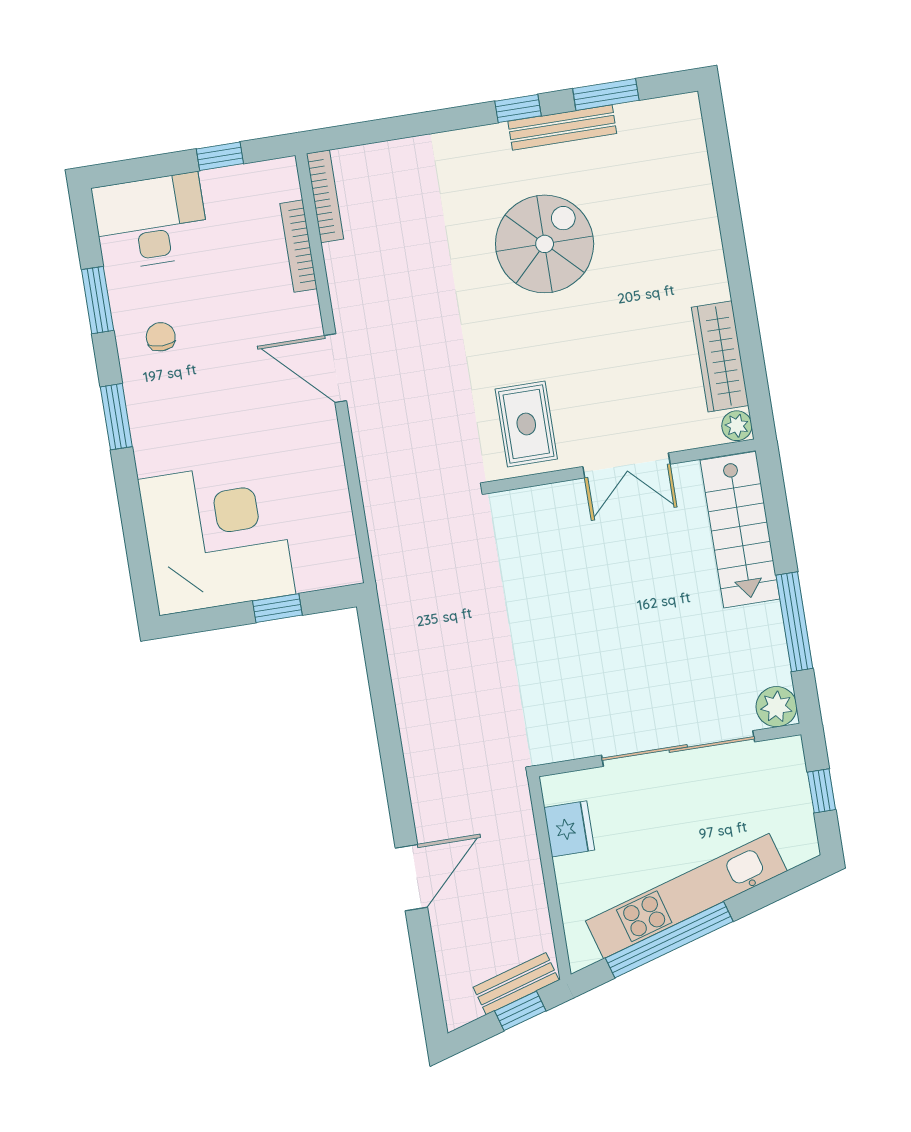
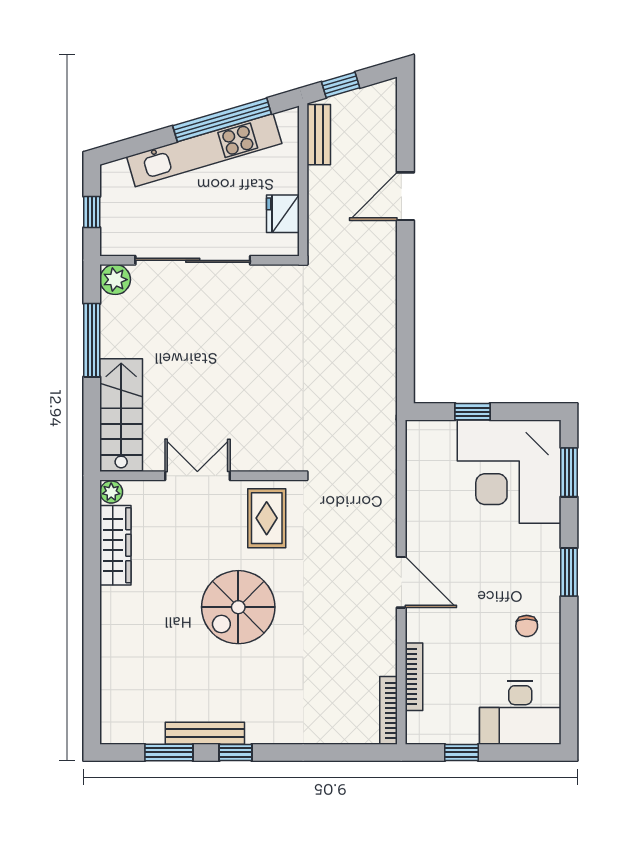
spiral stairs: (545, 244) -> (238, 607), moved
window: (98, 300) -> (569, 472), moved
bench: (516, 984) -> (319, 135), moved, turned -74

